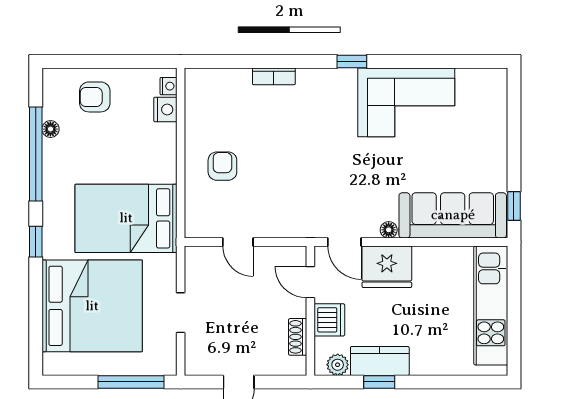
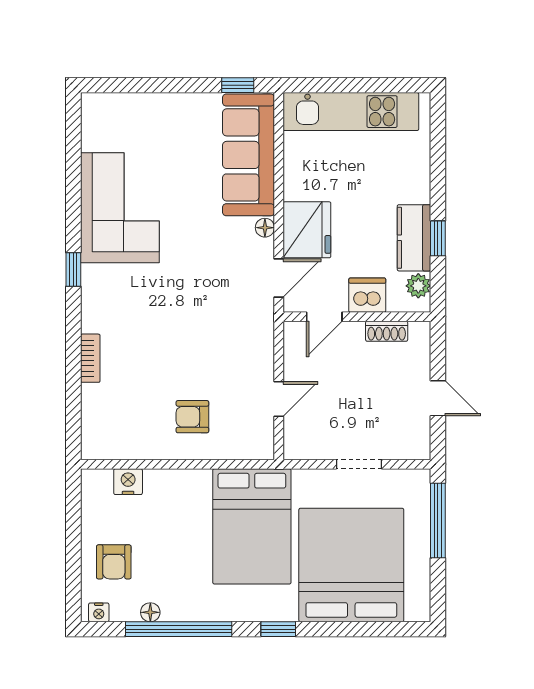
nightstand: (169, 86) -> (99, 612), moved, turned 180

